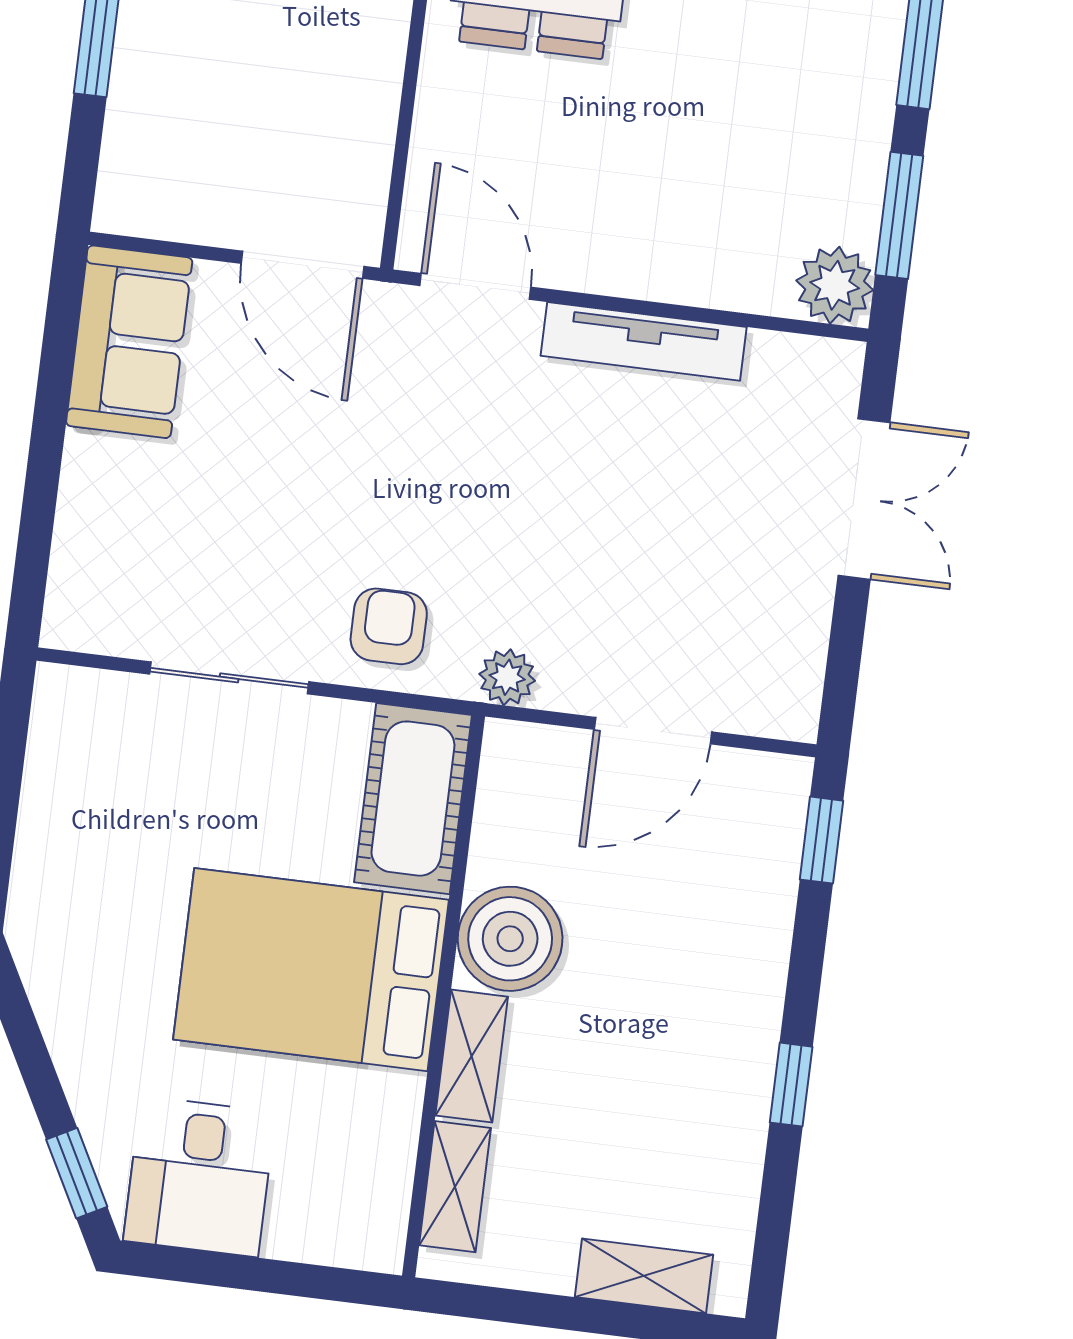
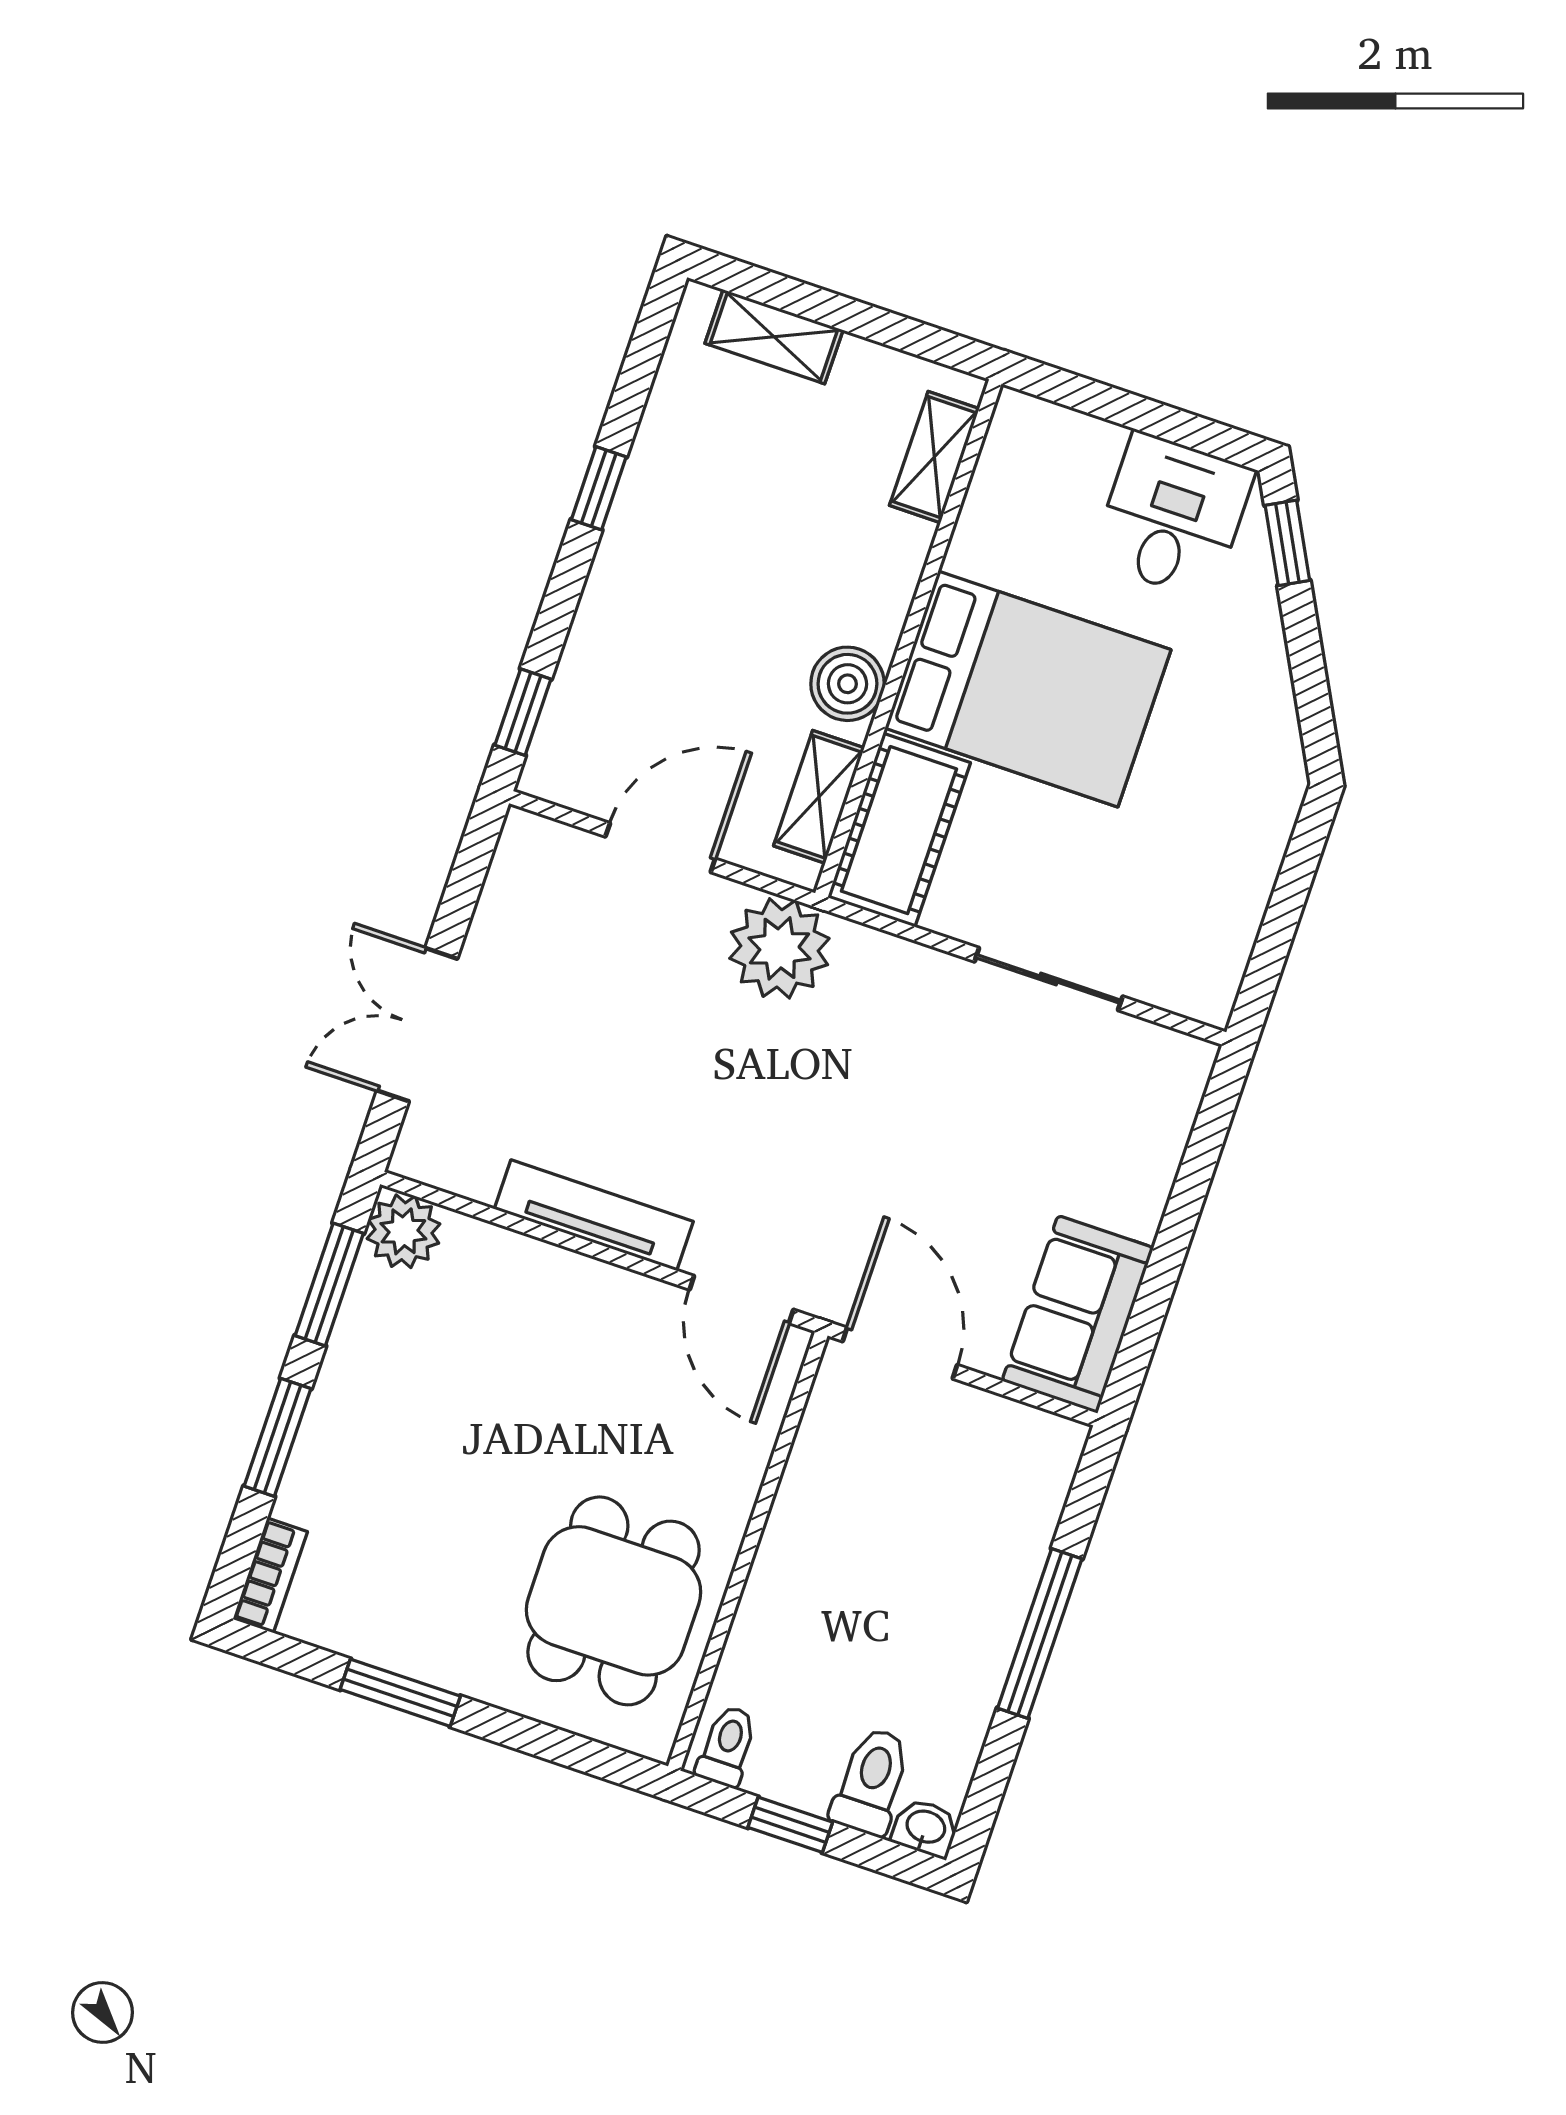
armchair: (389, 626) -> (889, 997), removed
plant: (507, 677) -> (779, 948), width x1.87, depth x1.87
boiler: (510, 939) -> (848, 684), width x0.73, depth x0.73
shelving: (472, 1056) -> (819, 797), moved

